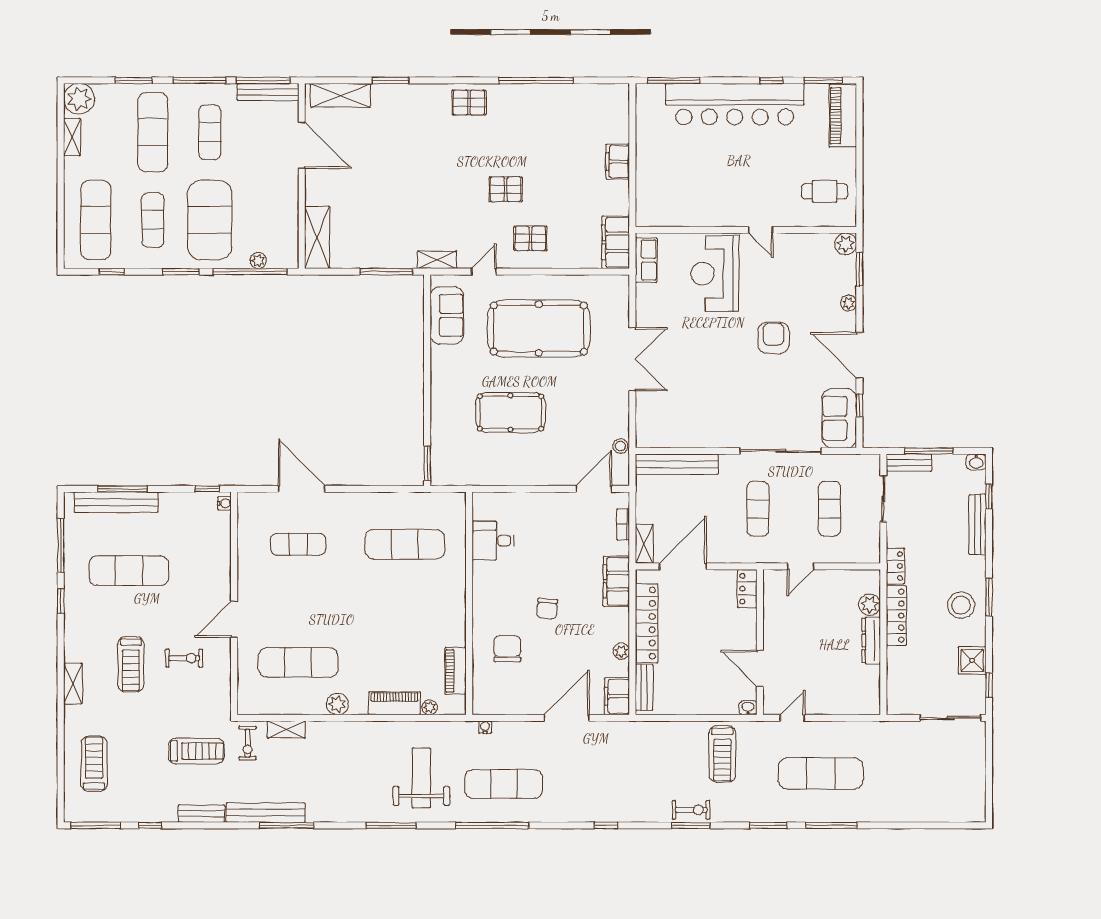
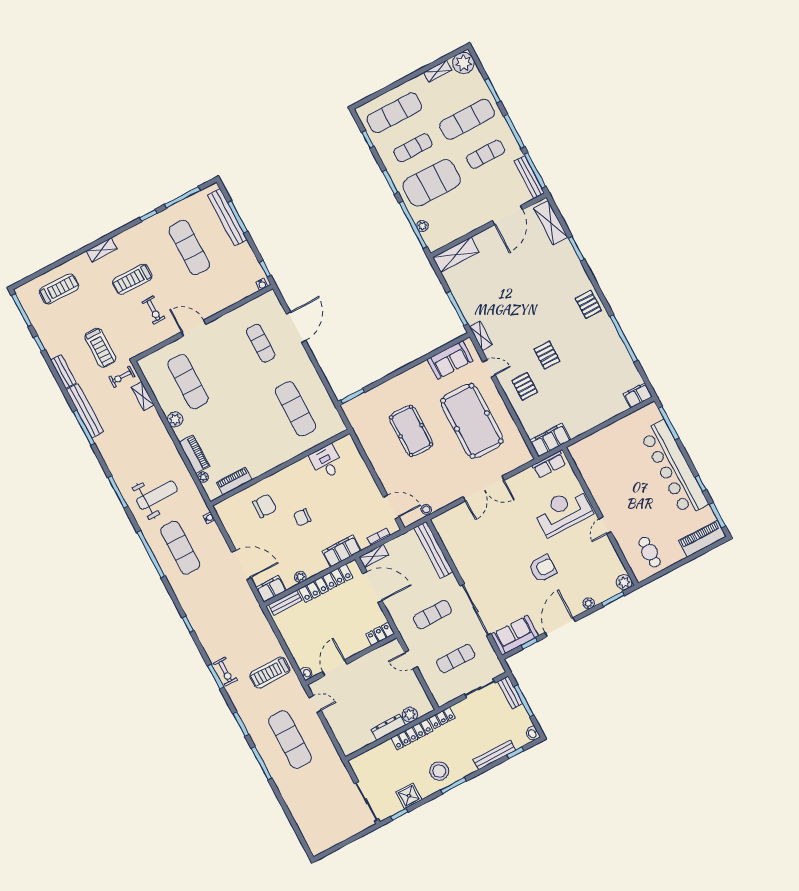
filing cabinet: (618, 162) -> (638, 395), moved

